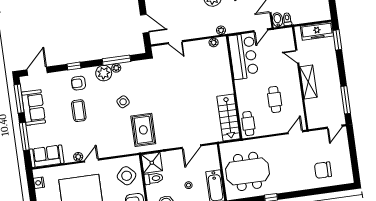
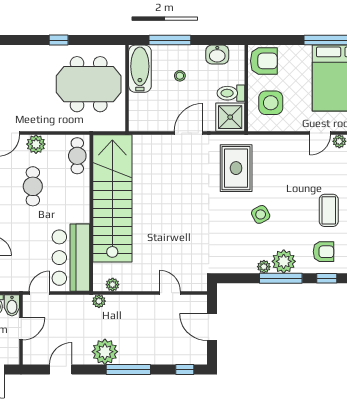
window: (116, 60) -> (281, 278), moved
stairs: (229, 118) -> (112, 198), width x1.86, depth x1.51
plant: (276, 127) -> (36, 144), added
door: (191, 147) -> (188, 133), moved
side table: (127, 176) -> (271, 103), turned 45

